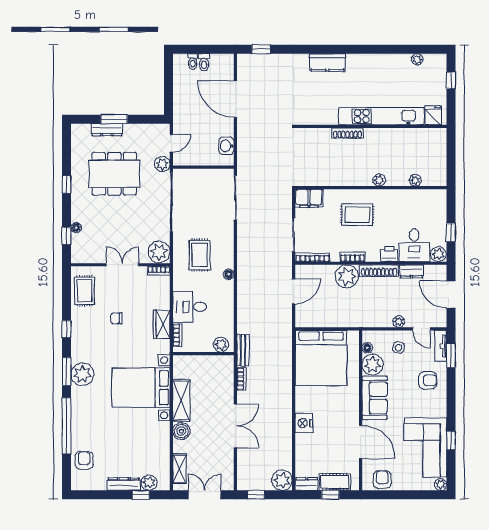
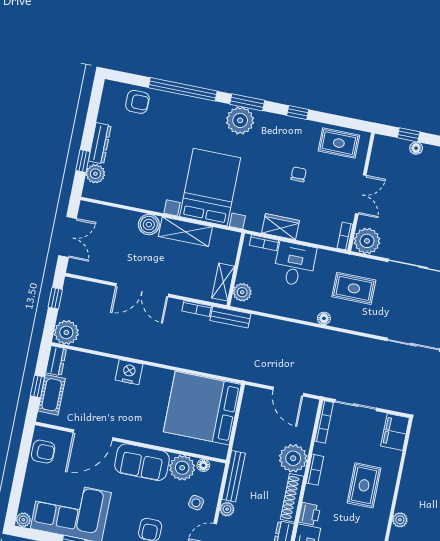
bench: (371, 322) -> (234, 476), added
shelving: (179, 469) -> (223, 282), moved, turned 90

